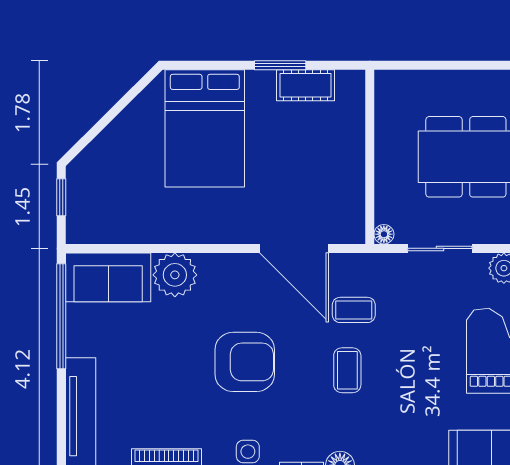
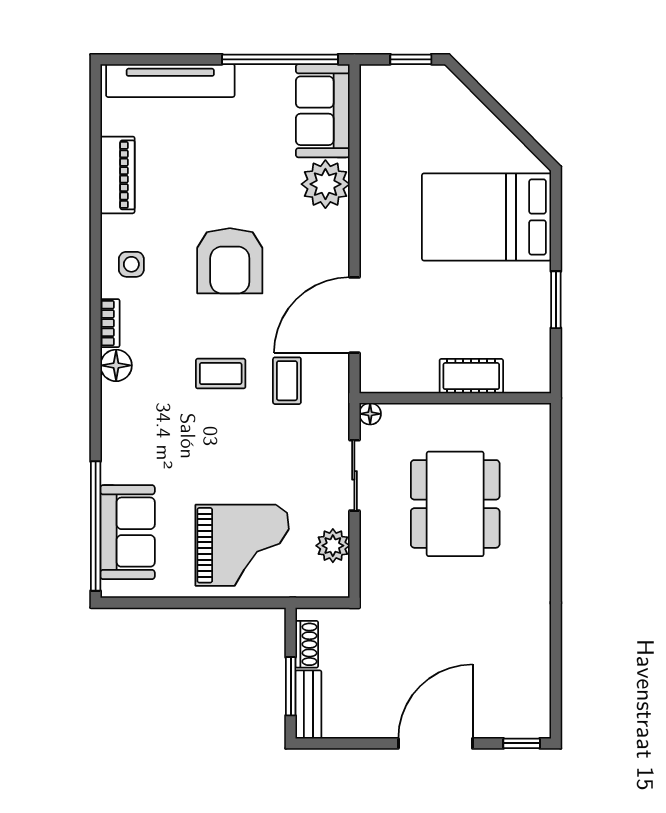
cot: (306, 85) -> (471, 376), moved, turned 90

